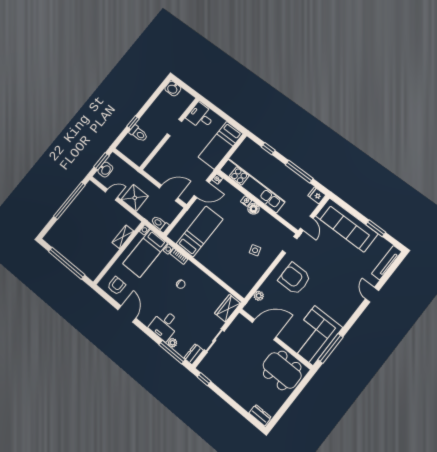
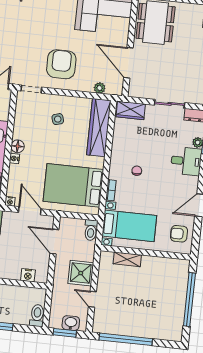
toilet: (138, 134) -> (37, 316), moved
nightstand: (157, 160) -> (28, 275), added
bed: (200, 231) -> (73, 185), width x1.50
wardrobe: (230, 277) -> (99, 128), added
armchair: (294, 279) -> (61, 64), turned 180

